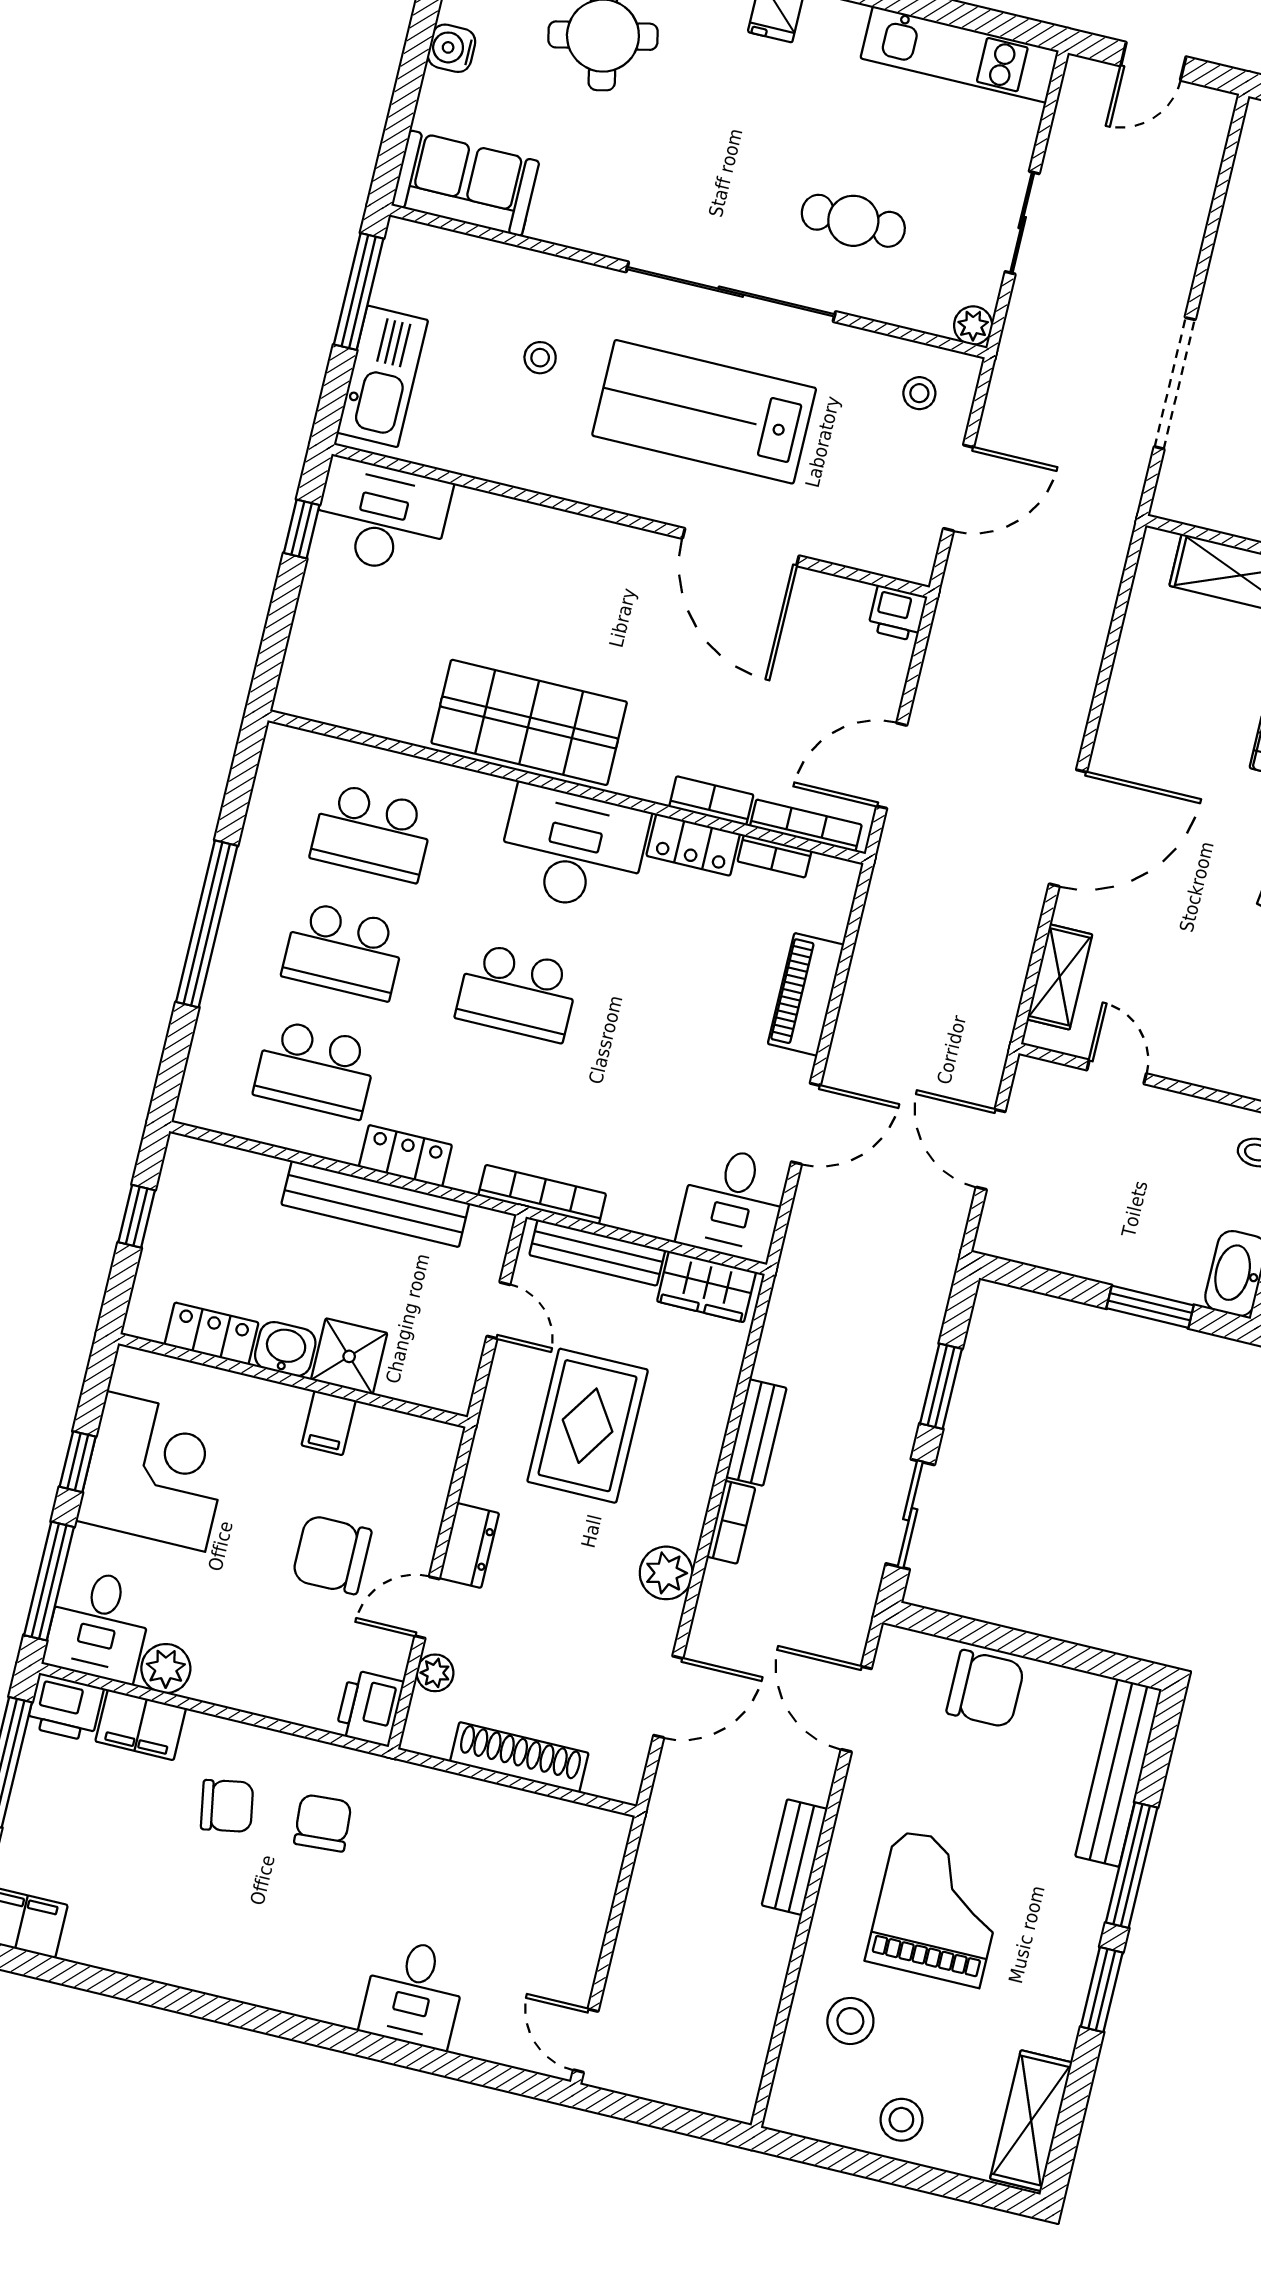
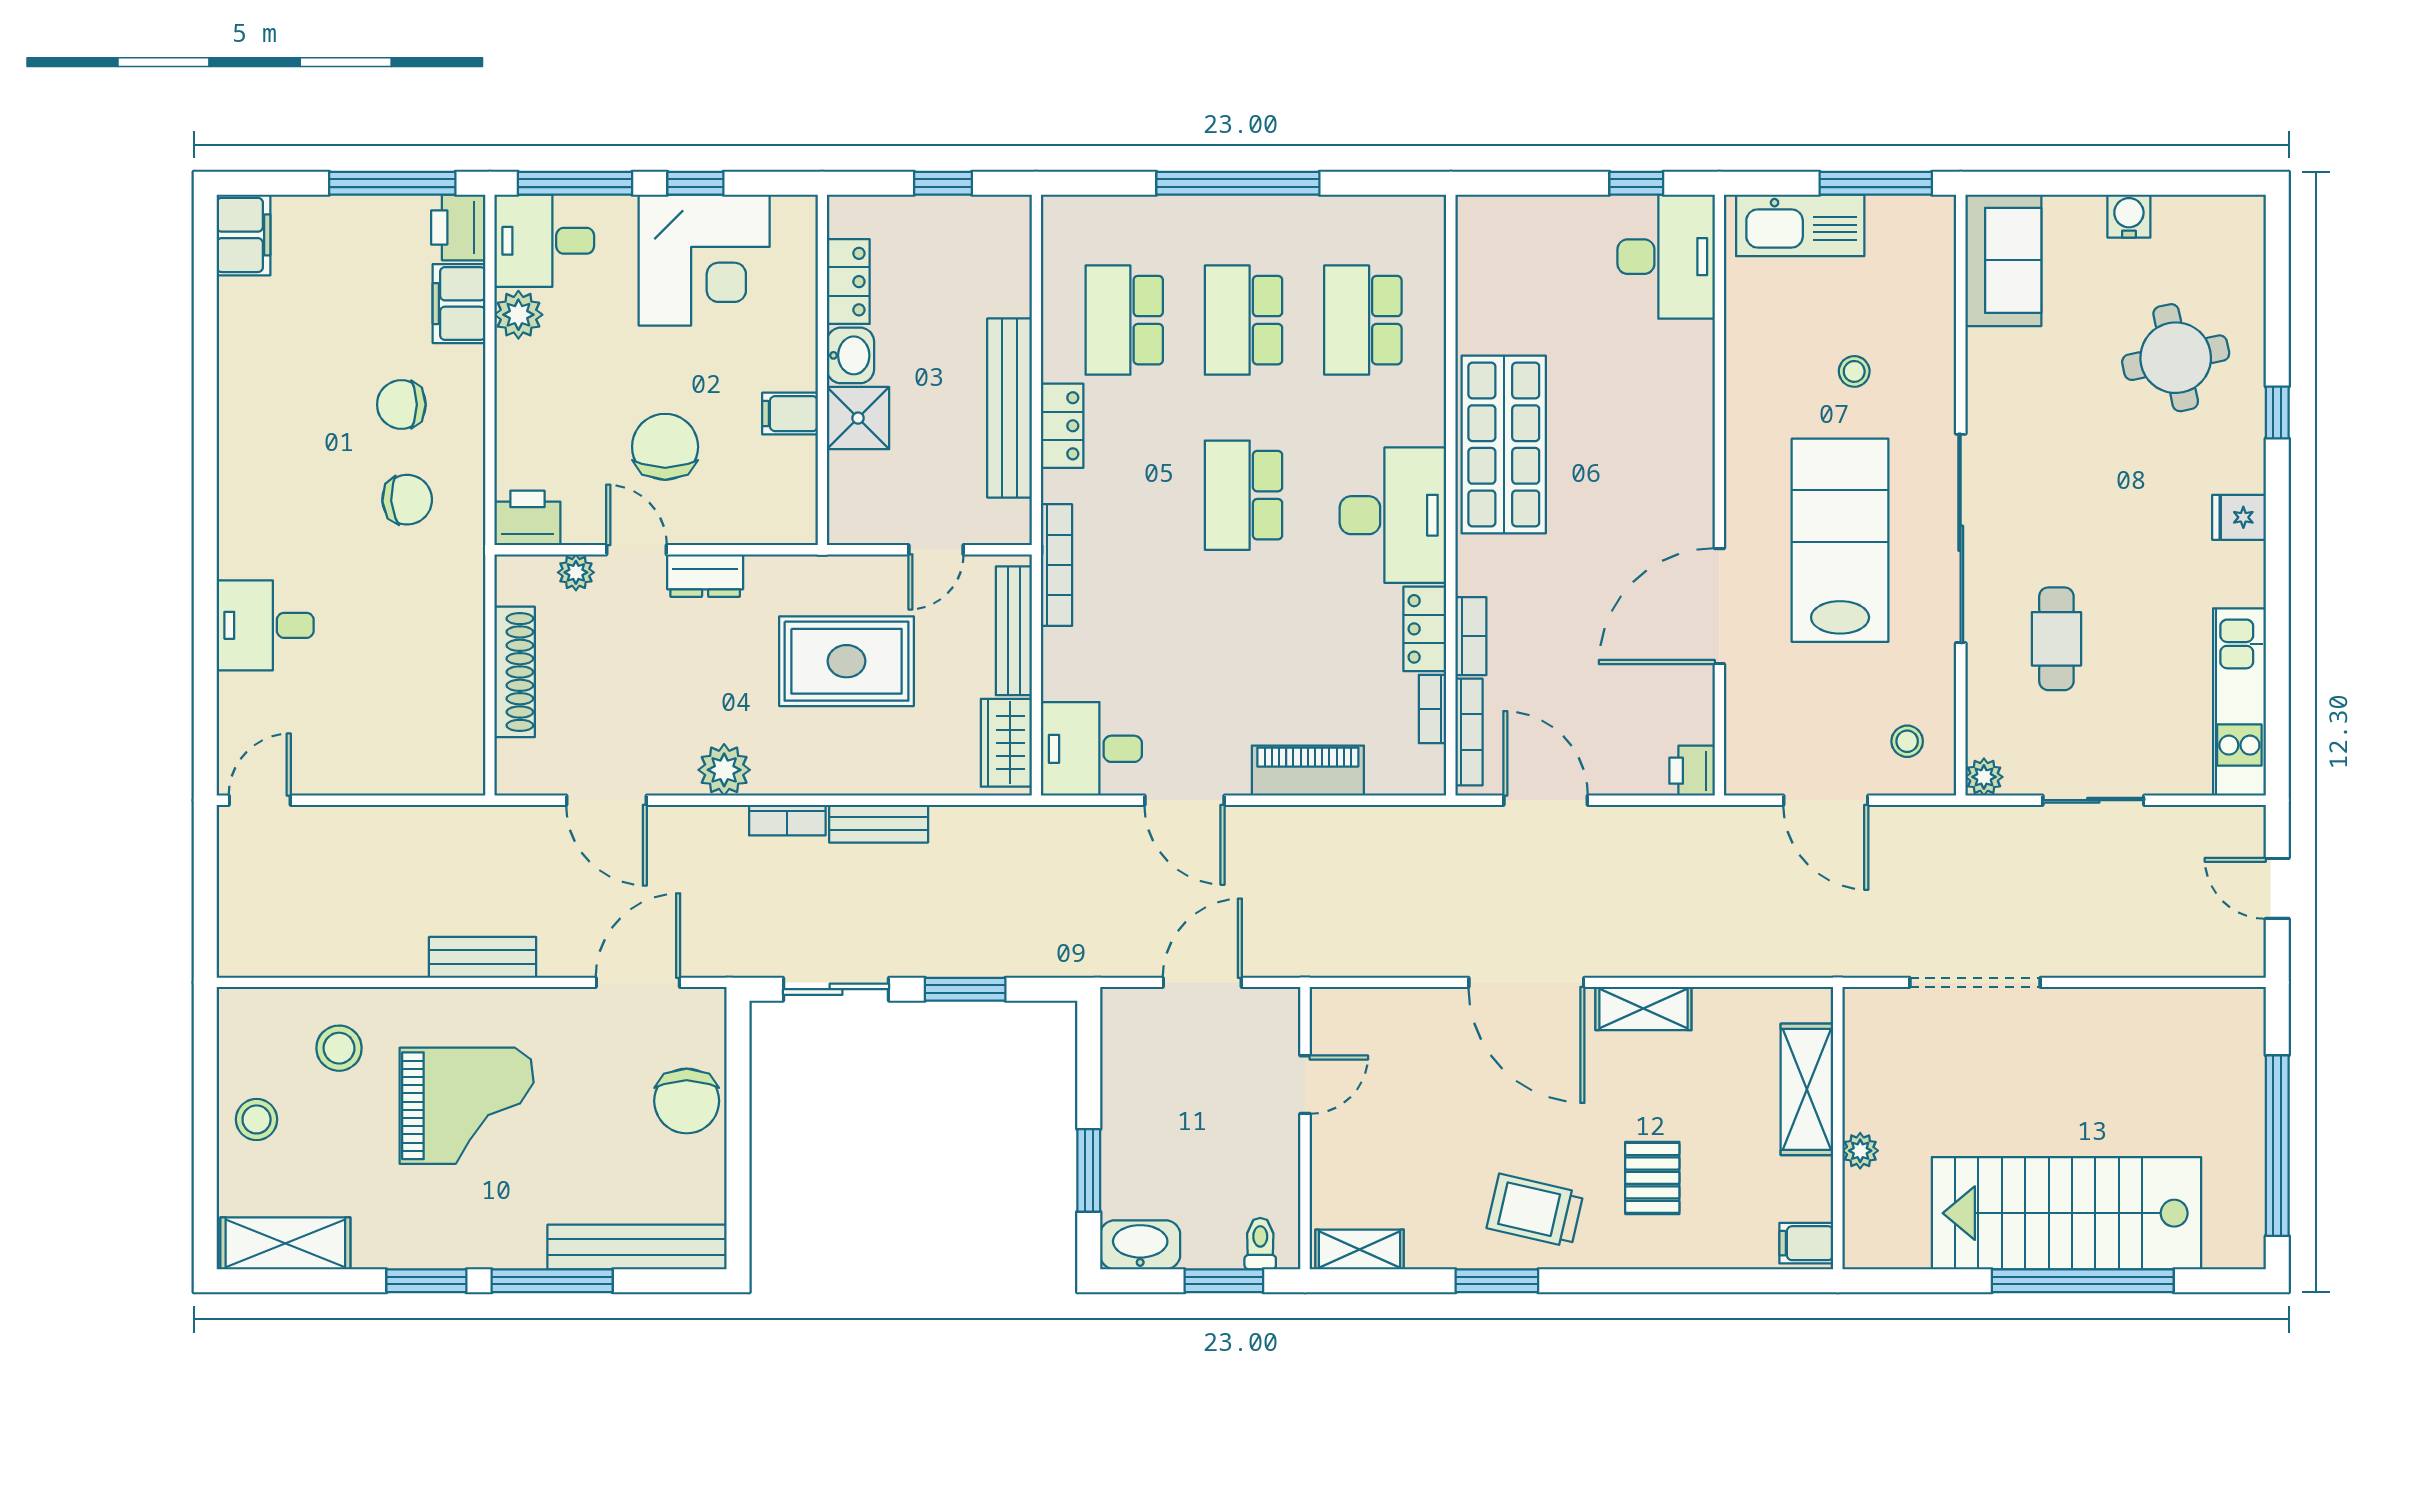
shelving: (1060, 977) -> (1643, 1009), moved
chair: (227, 1806) -> (401, 405), turned 100

